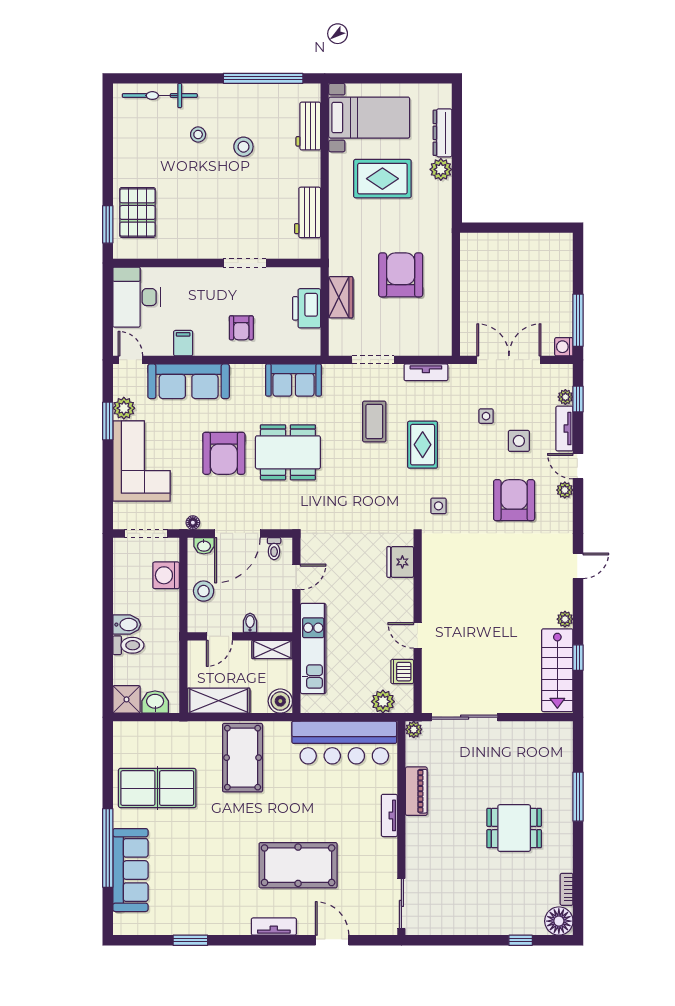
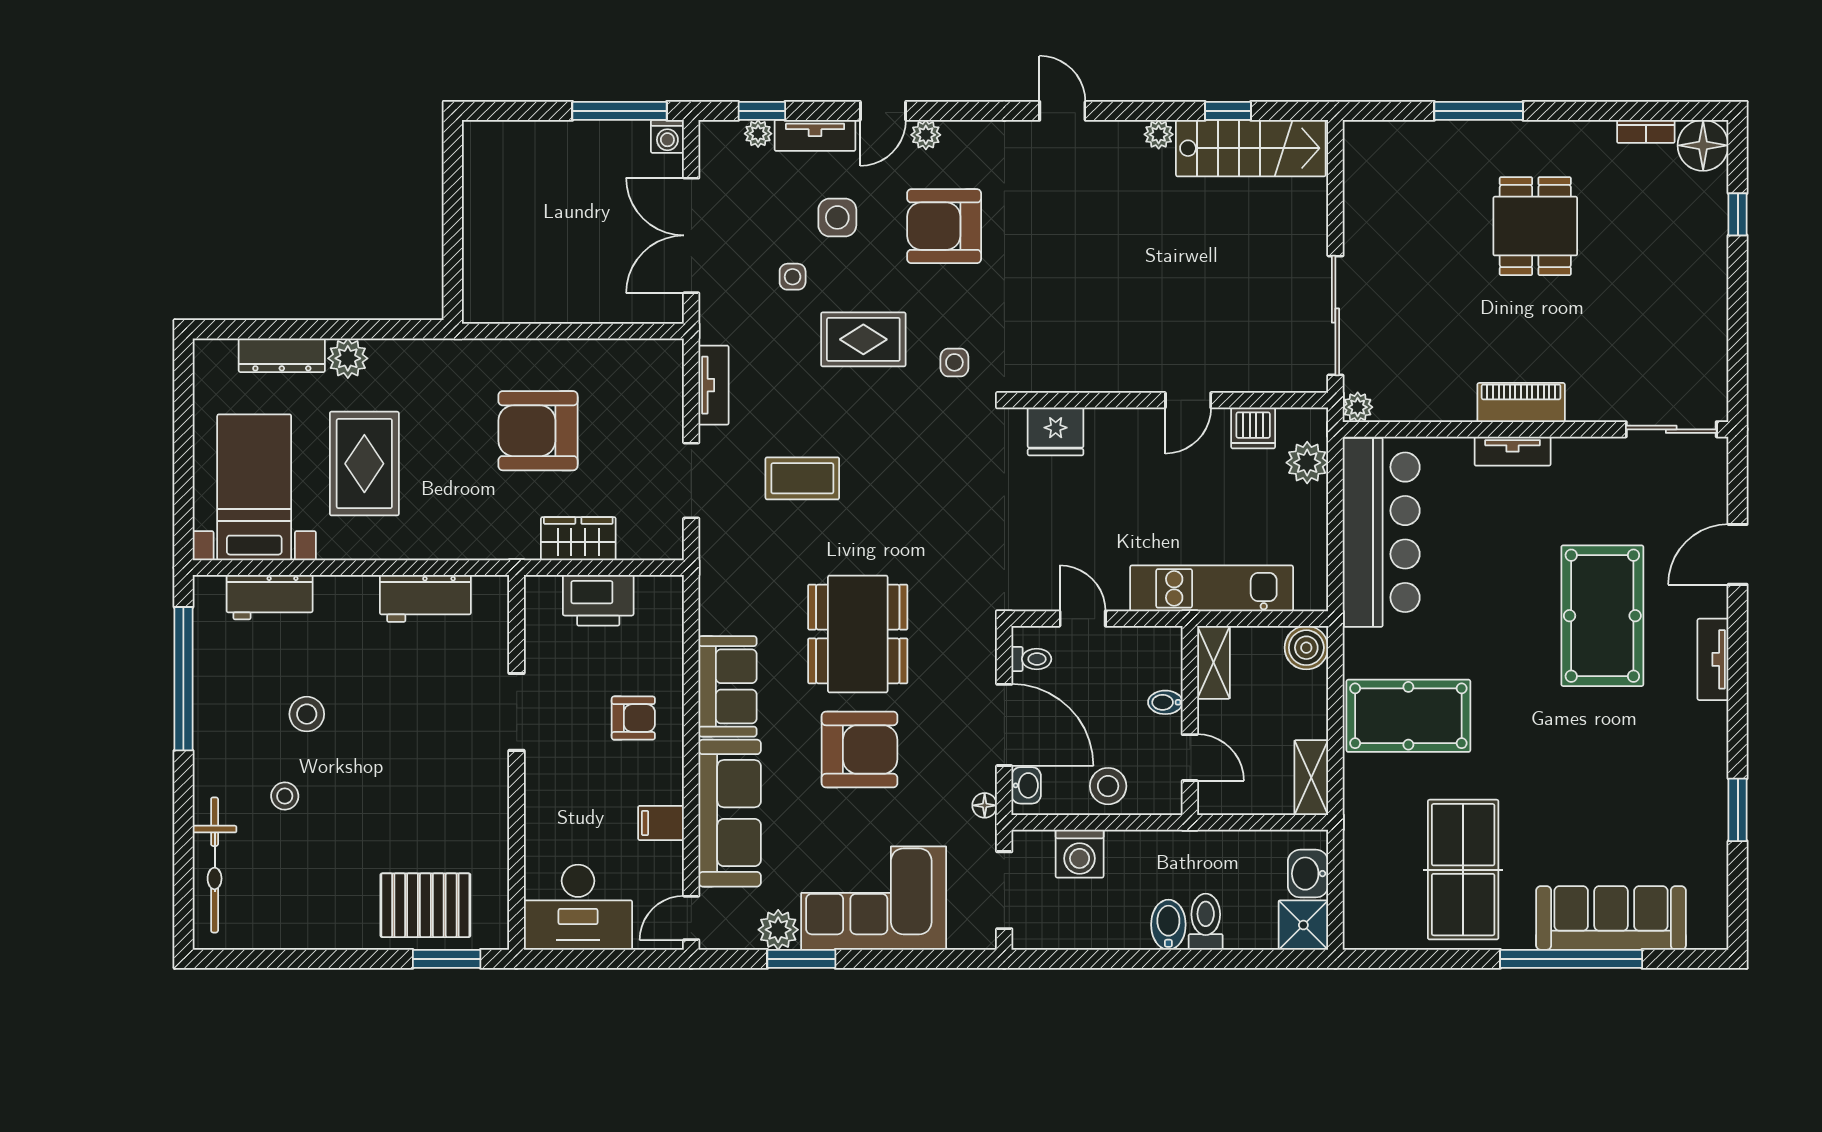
sofa: (294, 380) -> (728, 686), moved
rug: (423, 445) -> (863, 339), moved
shelving: (219, 701) -> (1311, 778), width x0.67, depth x0.75
piano: (416, 791) -> (1521, 402), moved

